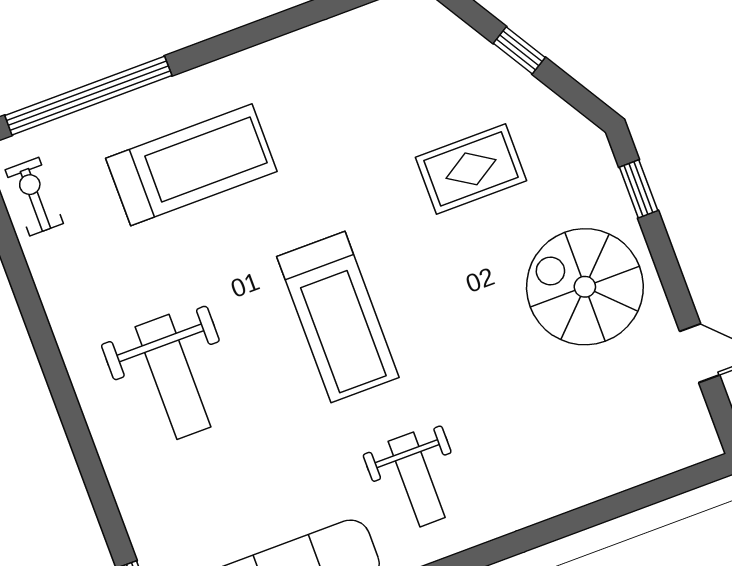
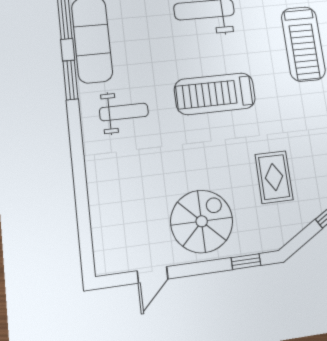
weight bench: (417, 479) -> (124, 112), turned 180

